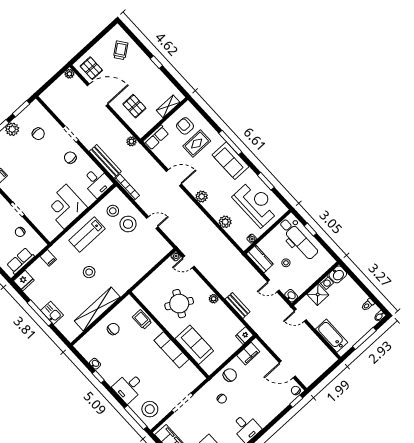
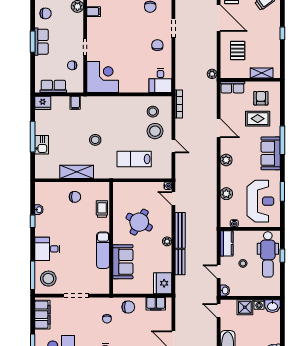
bench: (105, 161) -> (180, 230), moved
corner desk: (65, 207) -> (103, 77), moved, turned 90
lab bench: (87, 234) -> (134, 159), moved
shelving: (97, 309) -> (77, 172), width x0.68
fridge: (244, 336) -> (163, 283), width x1.88, depth x1.34

